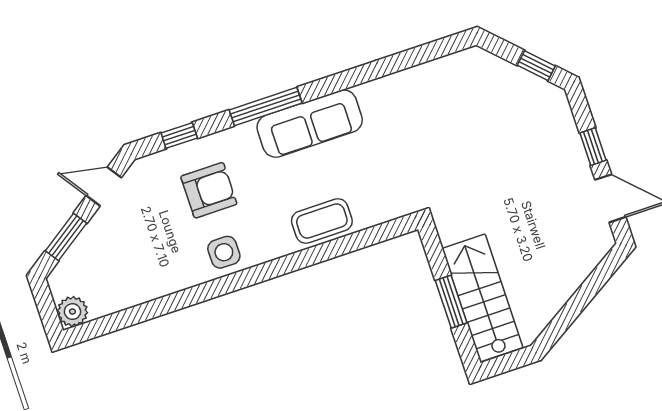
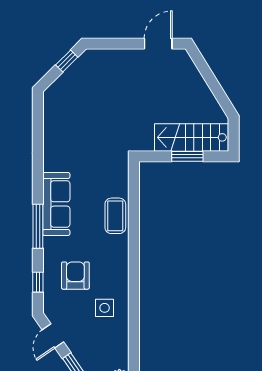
window: (593, 147) -> (125, 44), removed
side table: (224, 252) -> (105, 308), moved

